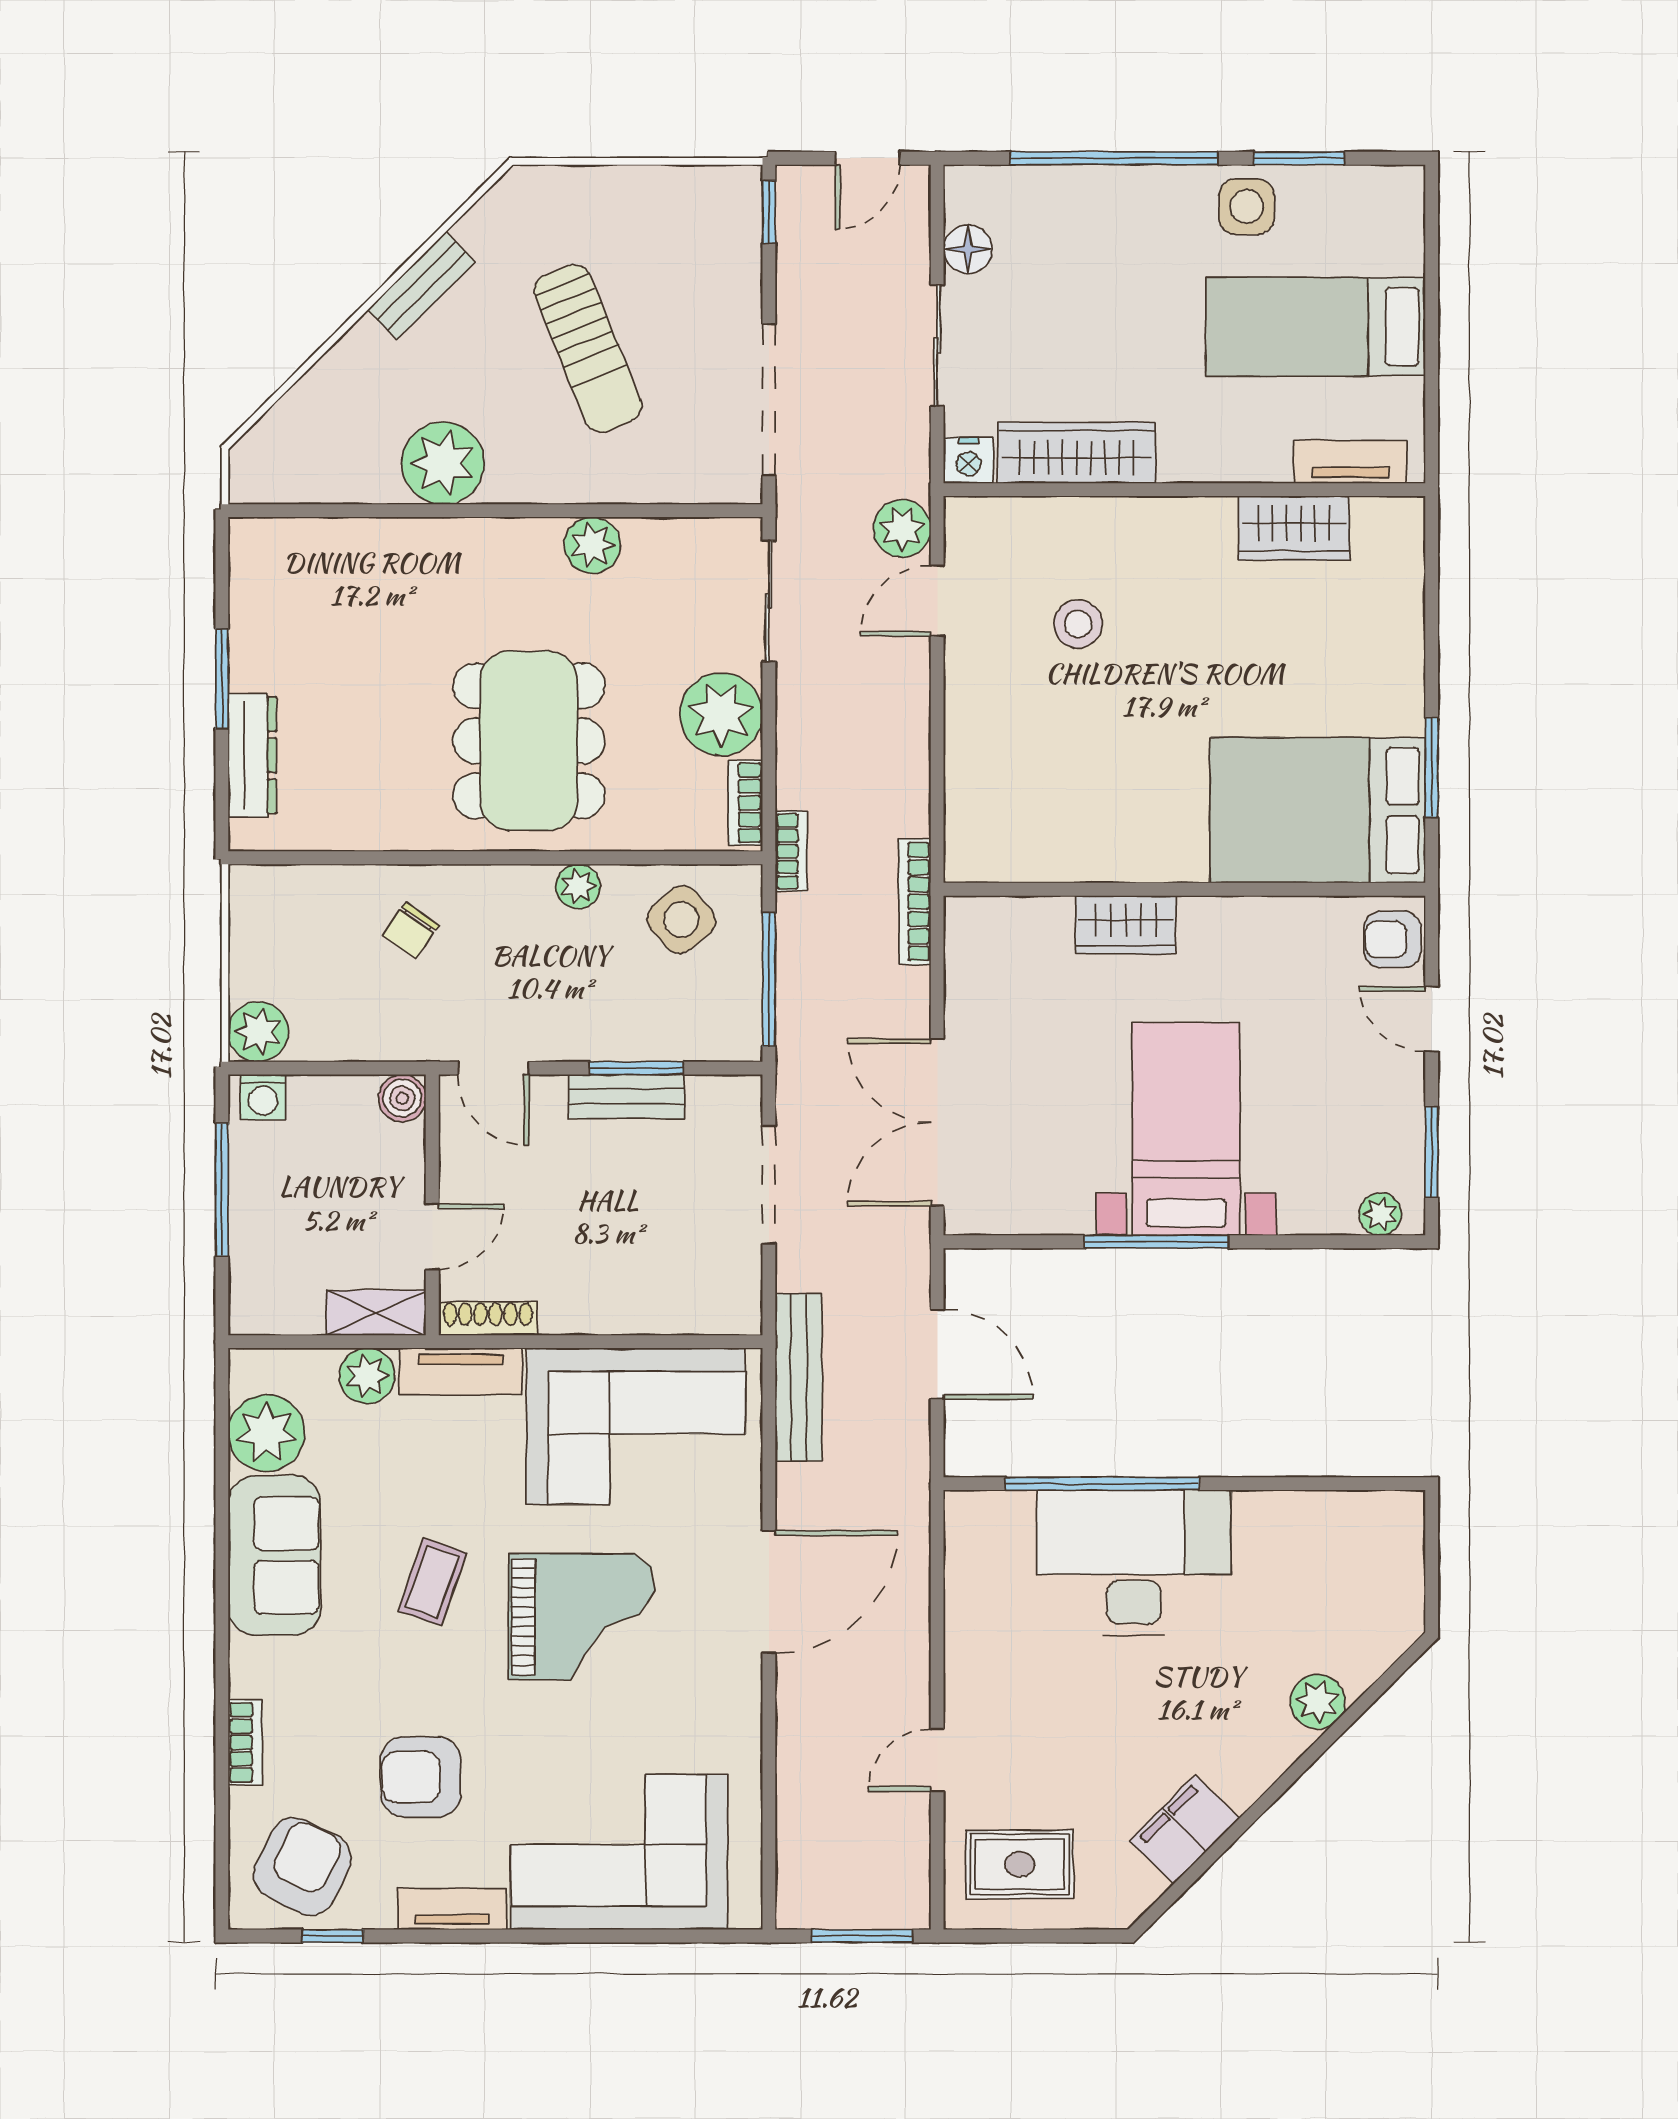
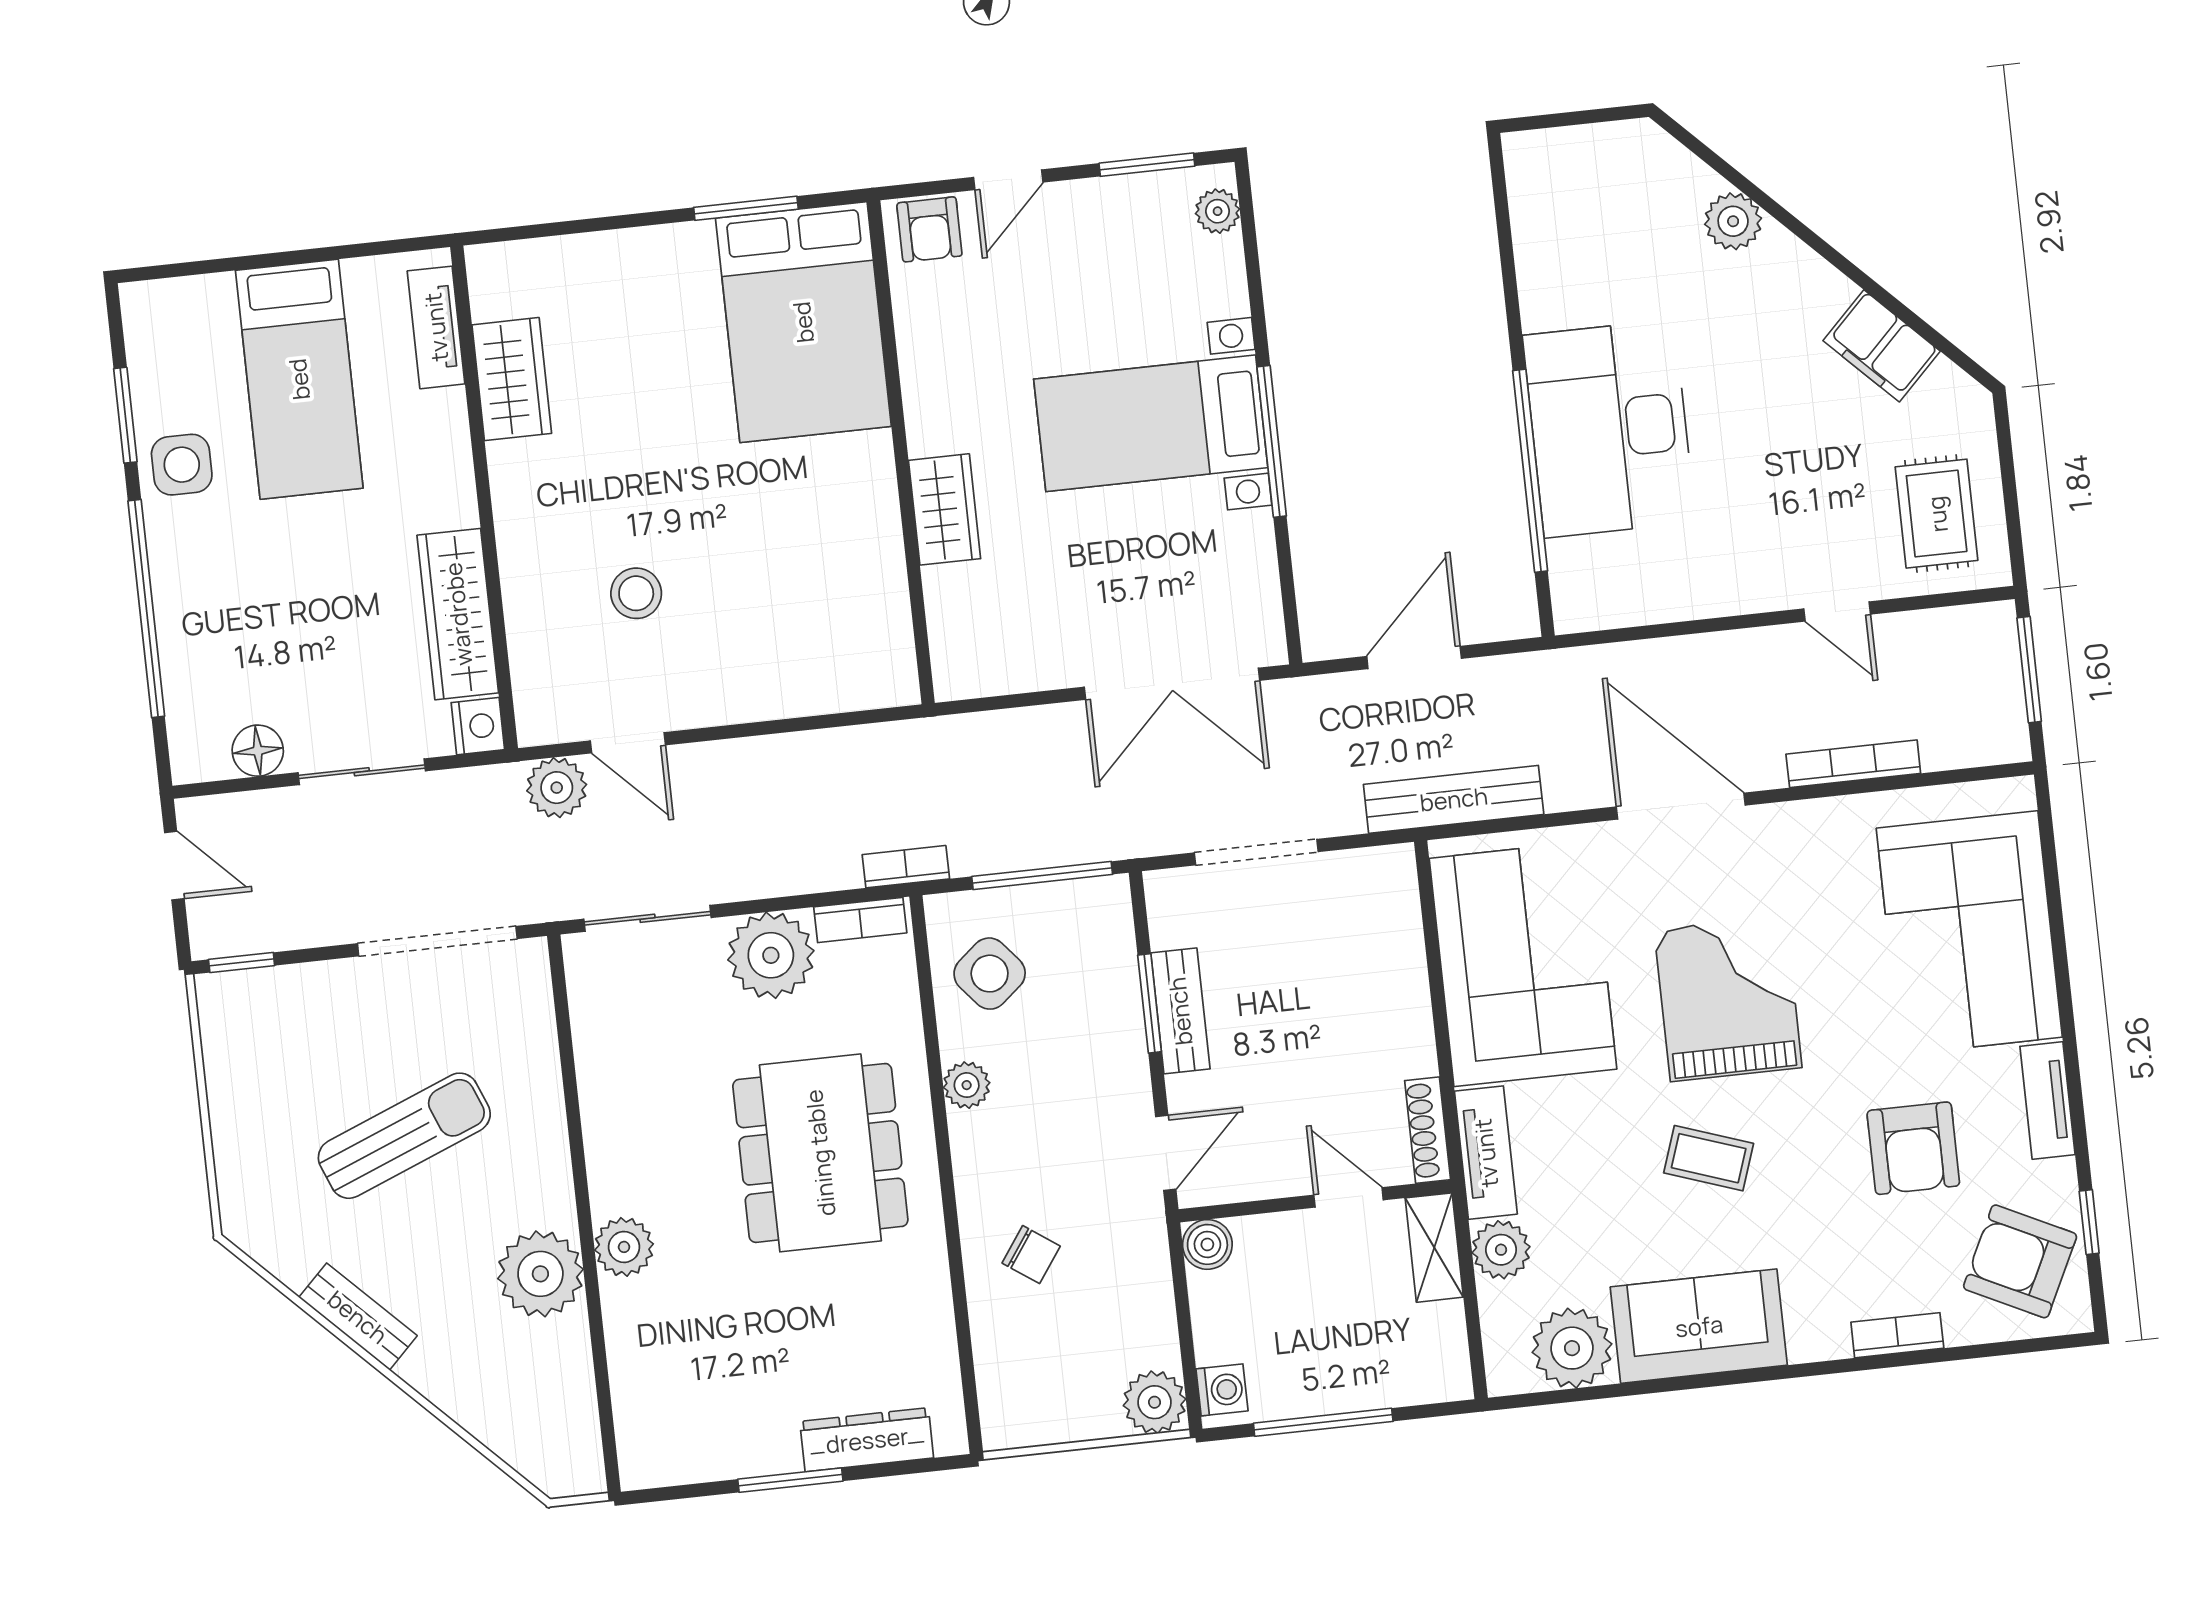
plant: (592, 545) -> (624, 1247), moved
dining table: (529, 741) -> (820, 1153), turned 90
bookcase: (915, 902) -> (1853, 764), moved, turned 180

